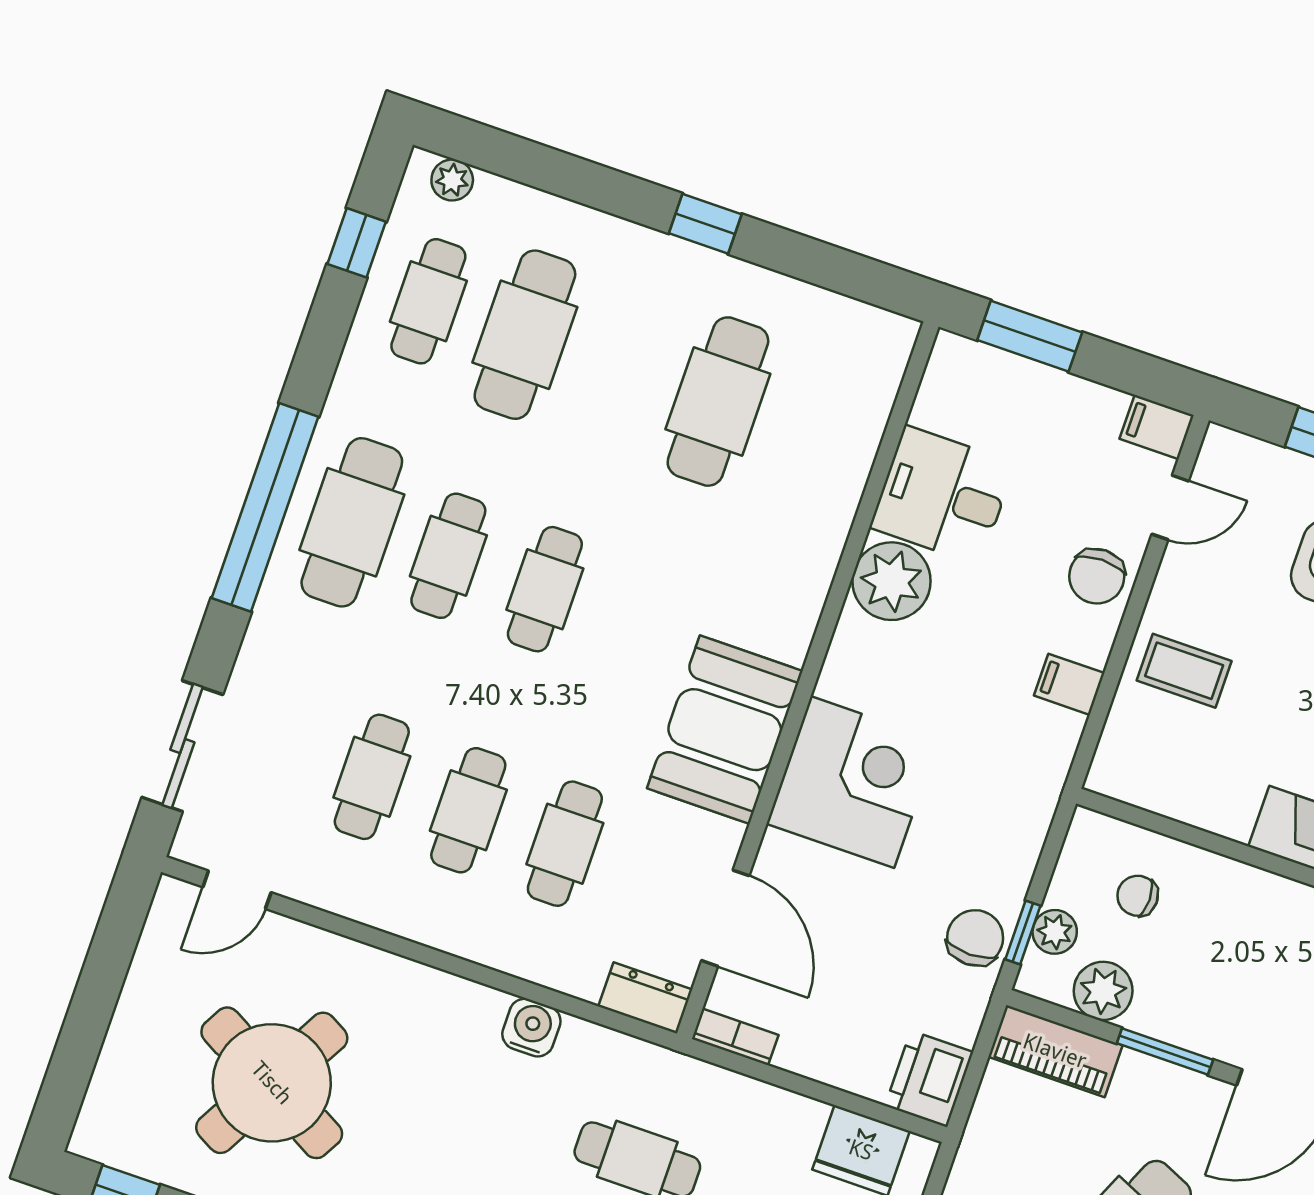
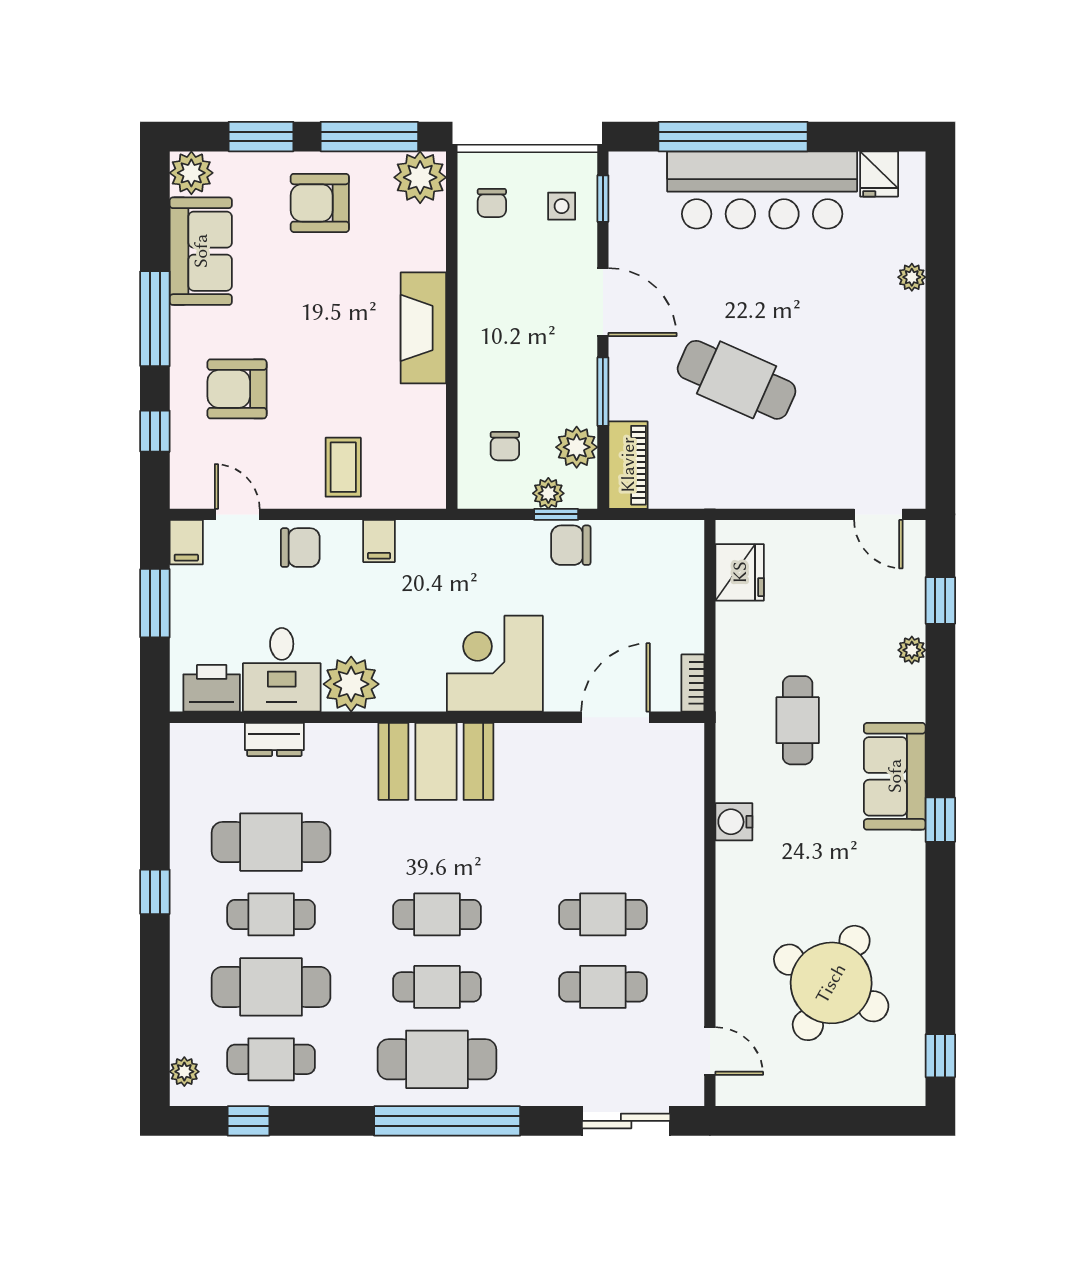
window: (1030, 336) -> (155, 603), moved
booth: (725, 730) -> (436, 761), moved
cafe table: (565, 844) -> (271, 914), moved
dresser: (645, 998) -> (274, 739), moved, turned -90
printer: (929, 1079) -> (212, 688), moved, turned 180

